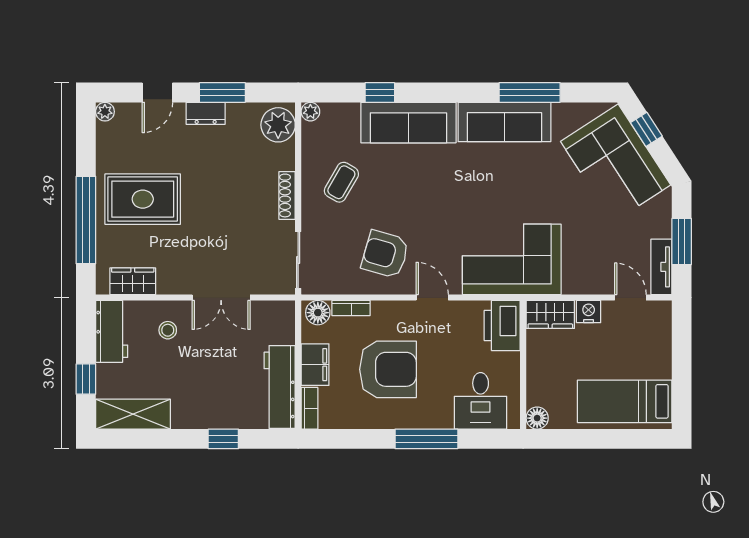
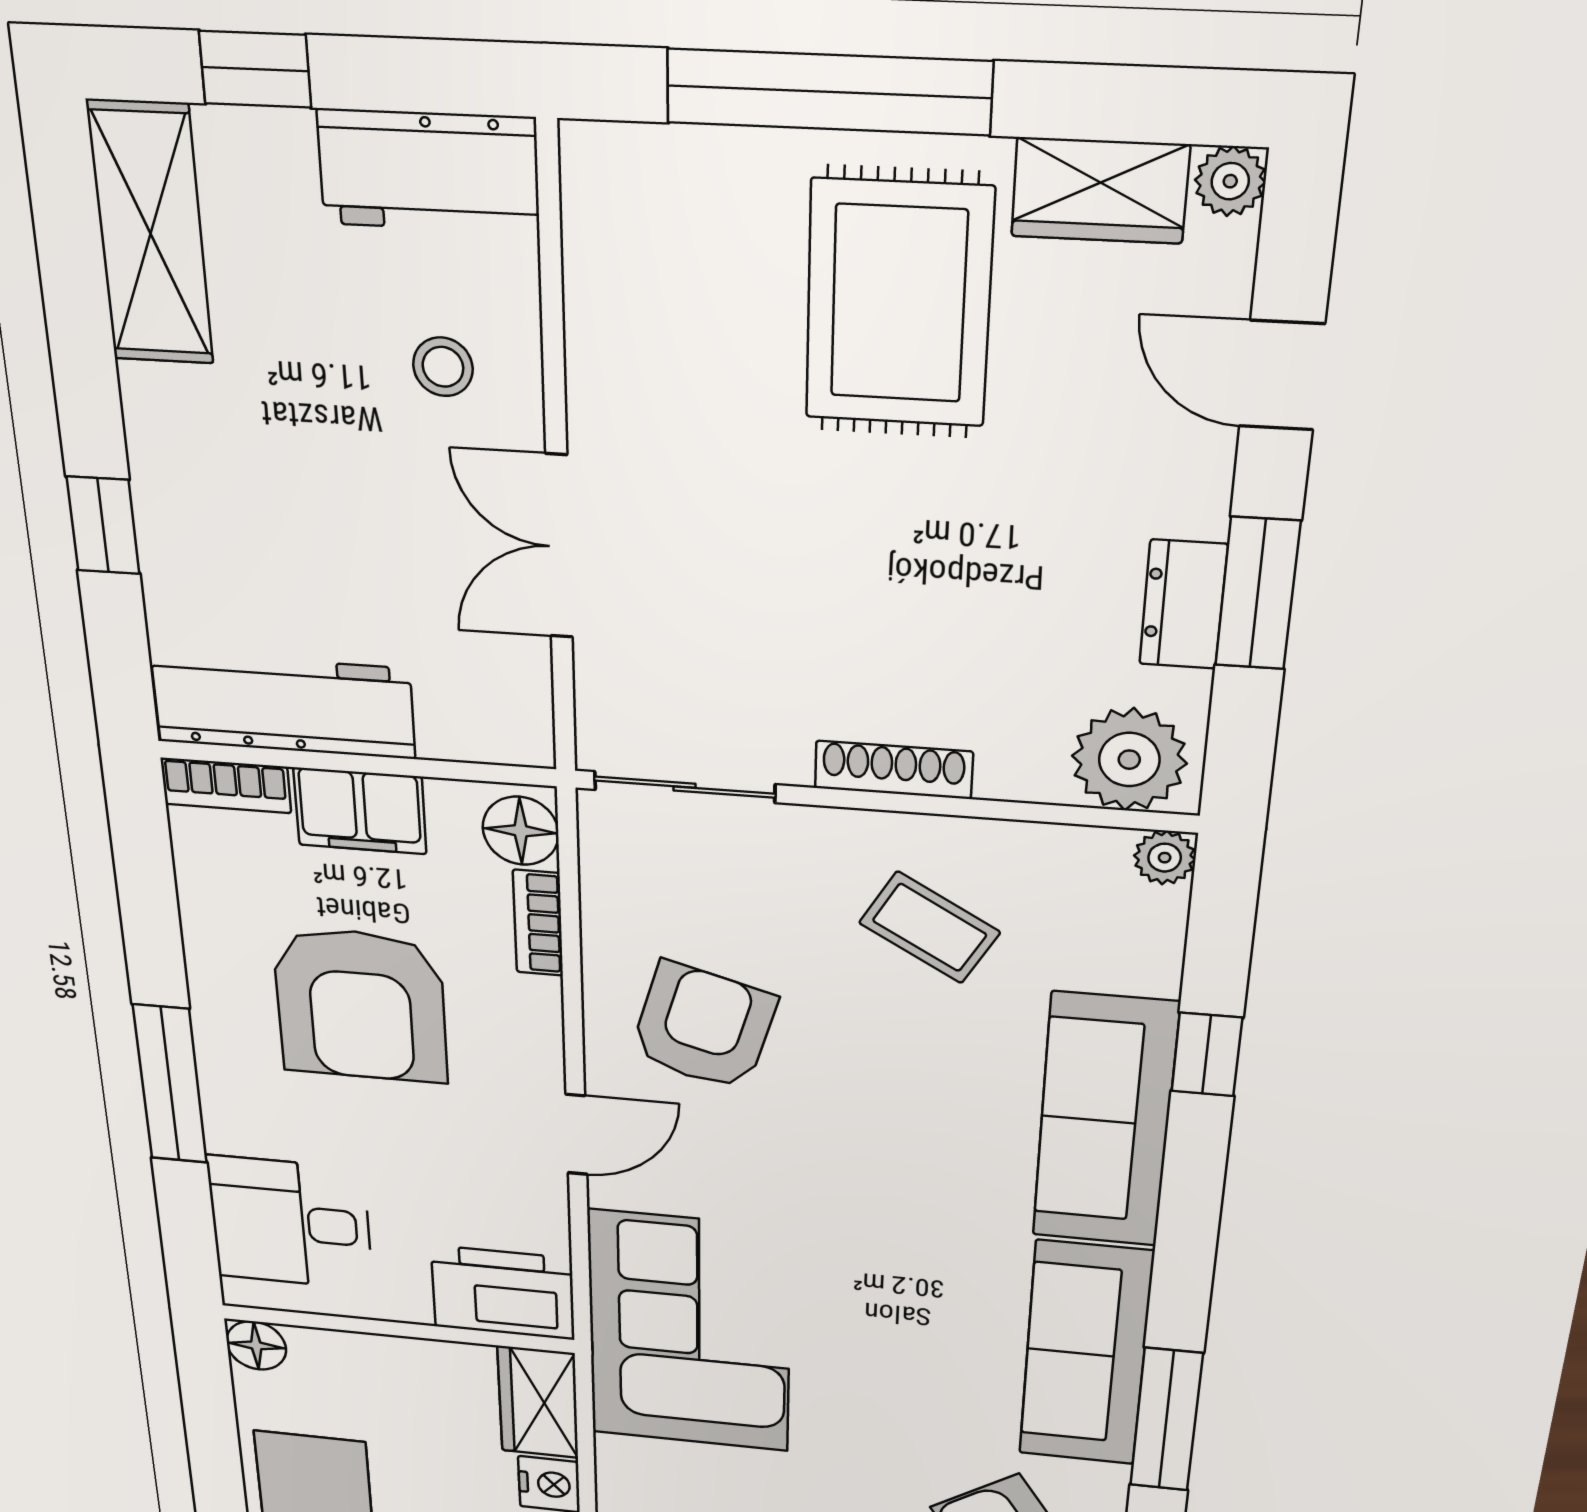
dresser: (206, 113) -> (1183, 604), moved
wardrobe: (133, 281) -> (1100, 191), moved, turned 90

